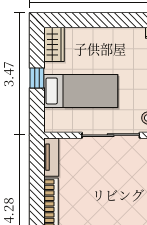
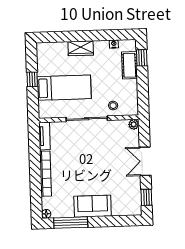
wardrobe: (54, 44) -> (81, 48), moved, turned 90

